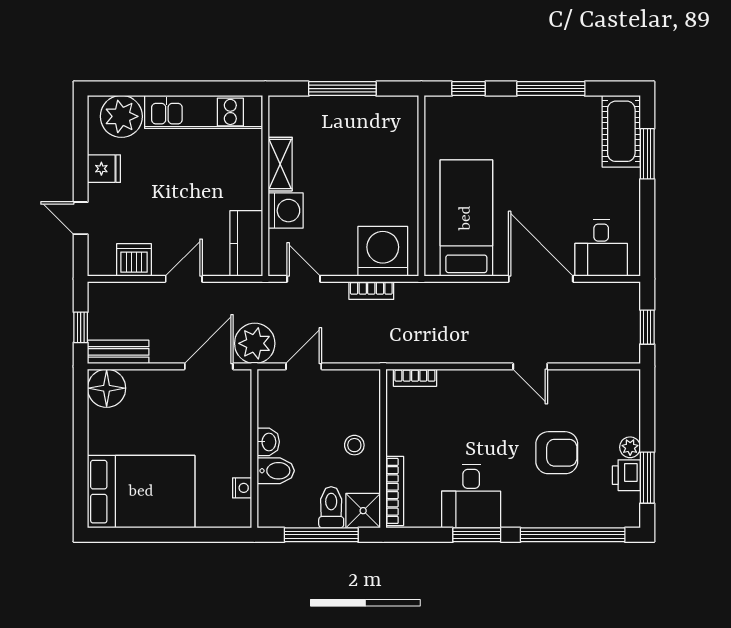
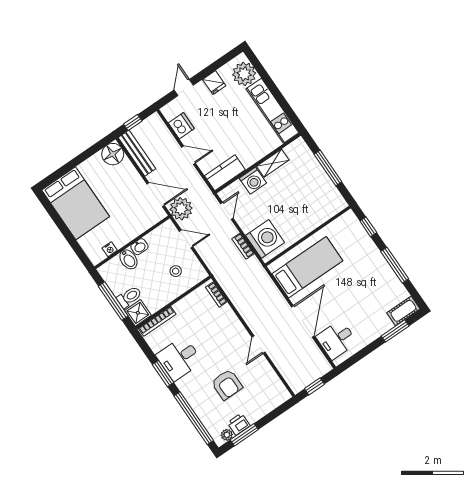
cot: (621, 131) -> (403, 311), width x0.73, depth x0.75
bench: (118, 352) -> (137, 153), width x1.36
stool: (354, 445) -> (176, 271), moved
plant: (630, 447) -> (227, 435), moved

